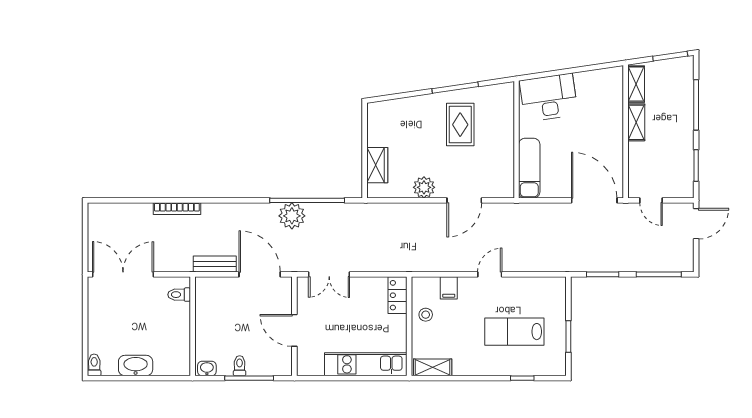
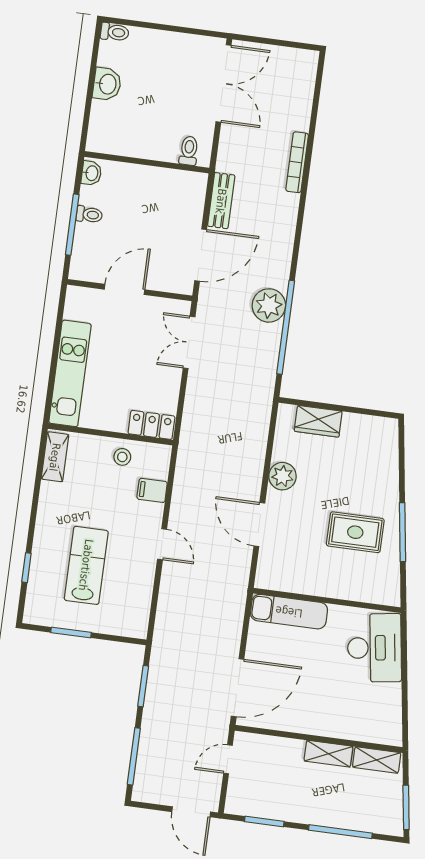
washbasin: (136, 366) -> (107, 84), width x0.72

